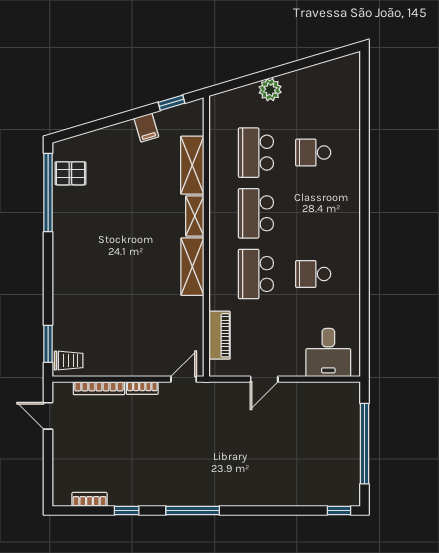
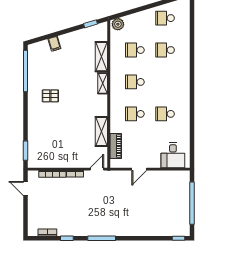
plant: (270, 90) -> (118, 24), moved
school desk: (313, 92) -> (165, 18), added
filing cabinet: (146, 128) -> (54, 44), moved
school desk: (256, 153) -> (135, 50), width x0.54
pallet: (70, 173) -> (50, 96), moved
school desk: (256, 213) -> (135, 82), width x0.54
shelving: (192, 267) -> (101, 131), moved
school desk: (256, 274) -> (135, 114), width x0.54
trolley: (69, 360) -> (36, 159), removed

